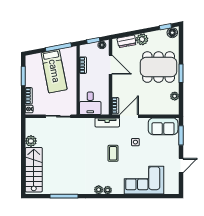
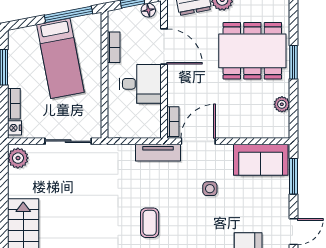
desk: (90, 103) -> (140, 84), moved, turned -90
plant: (31, 141) -> (18, 158), moved
coffee table: (113, 153) -> (150, 223), moved

